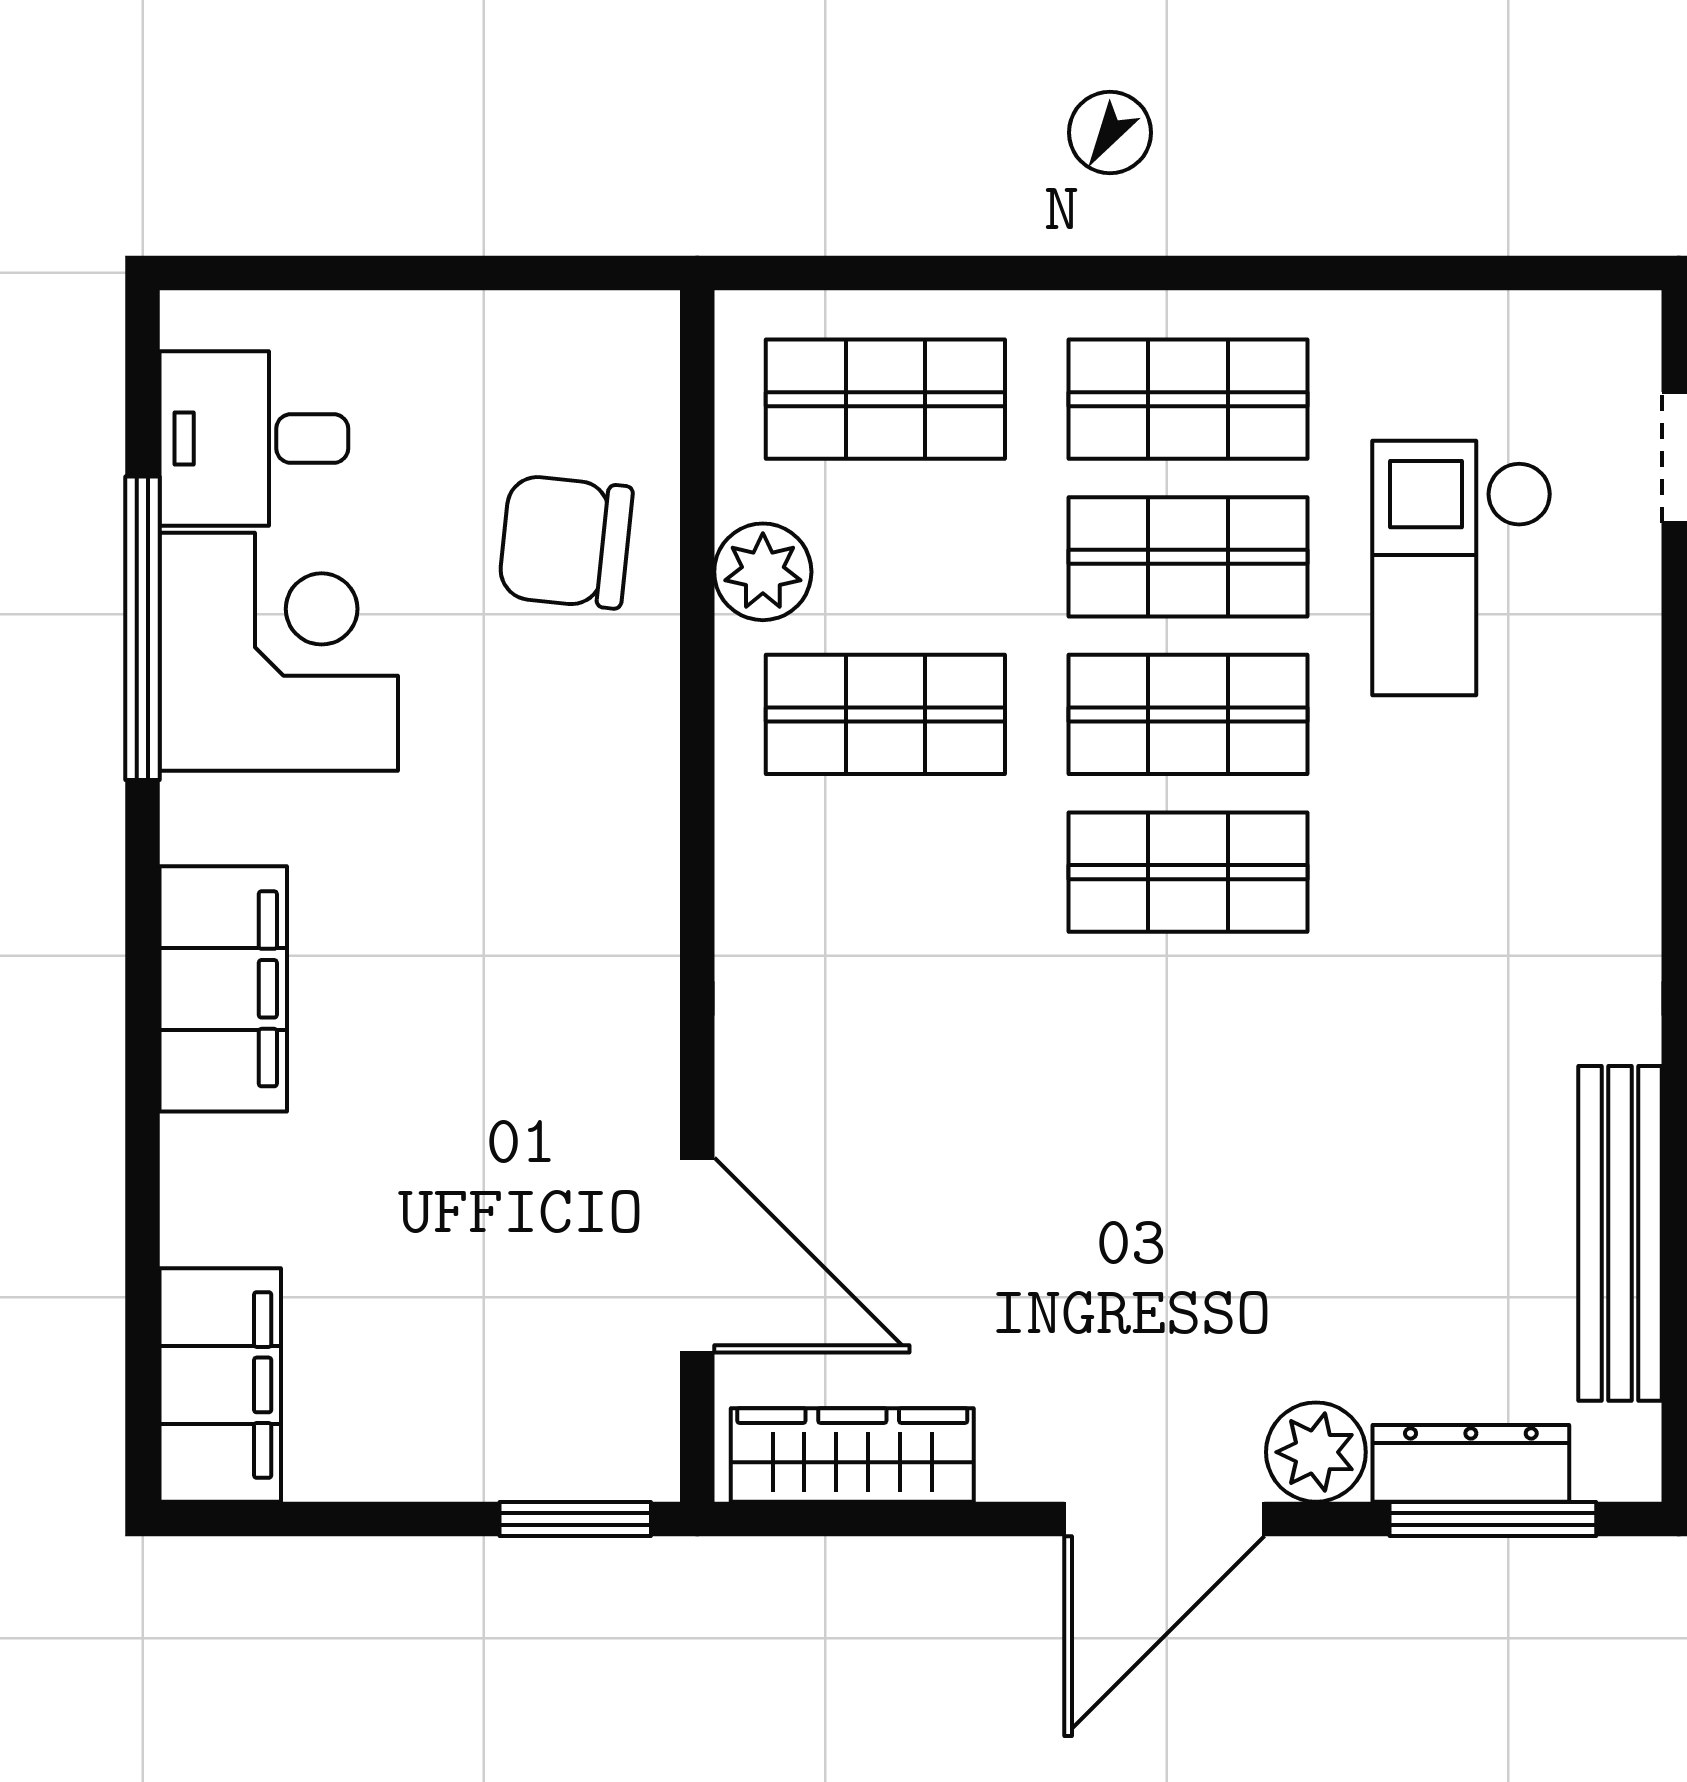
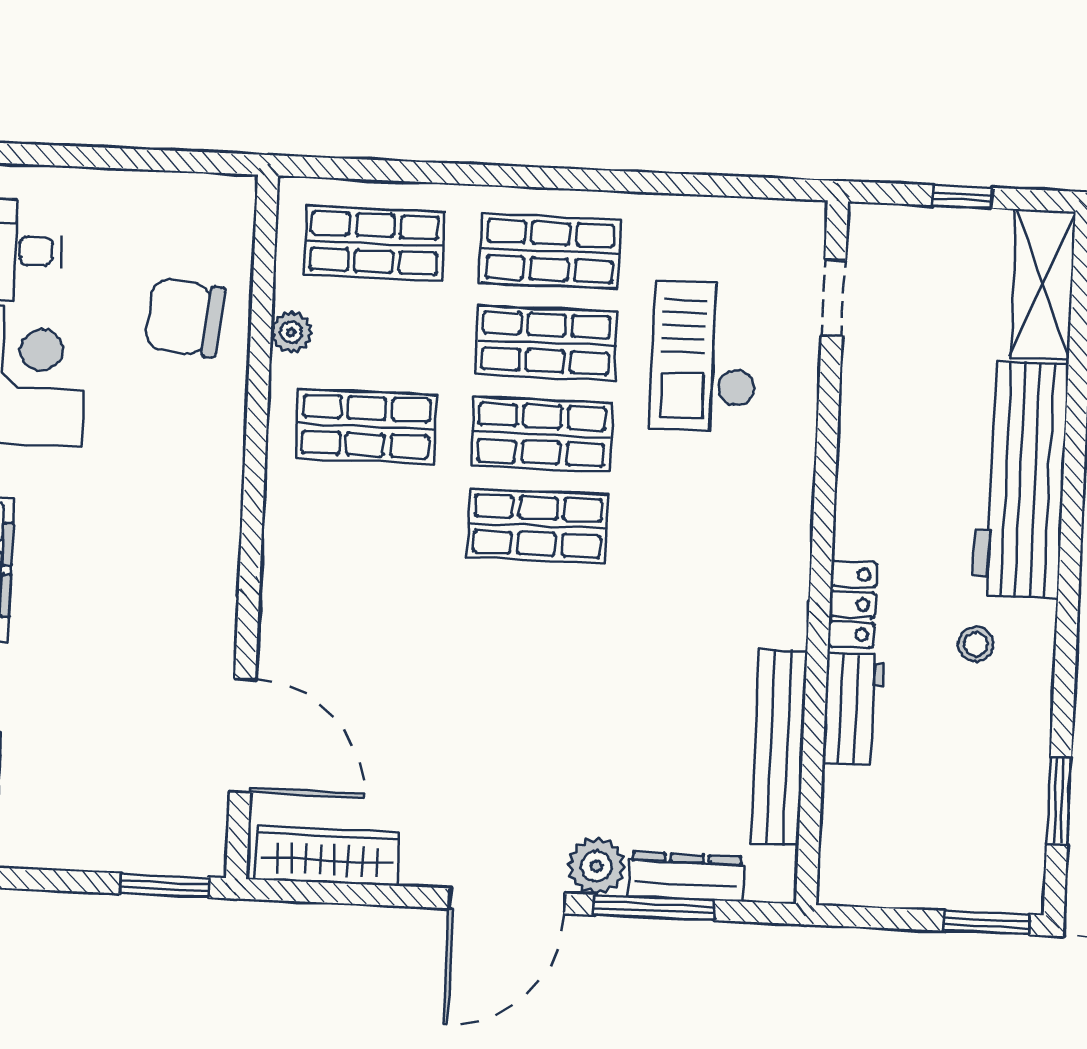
plant: (763, 572) -> (291, 332), width x0.73, depth x0.73
window: (1493, 1519) -> (654, 908), moved

